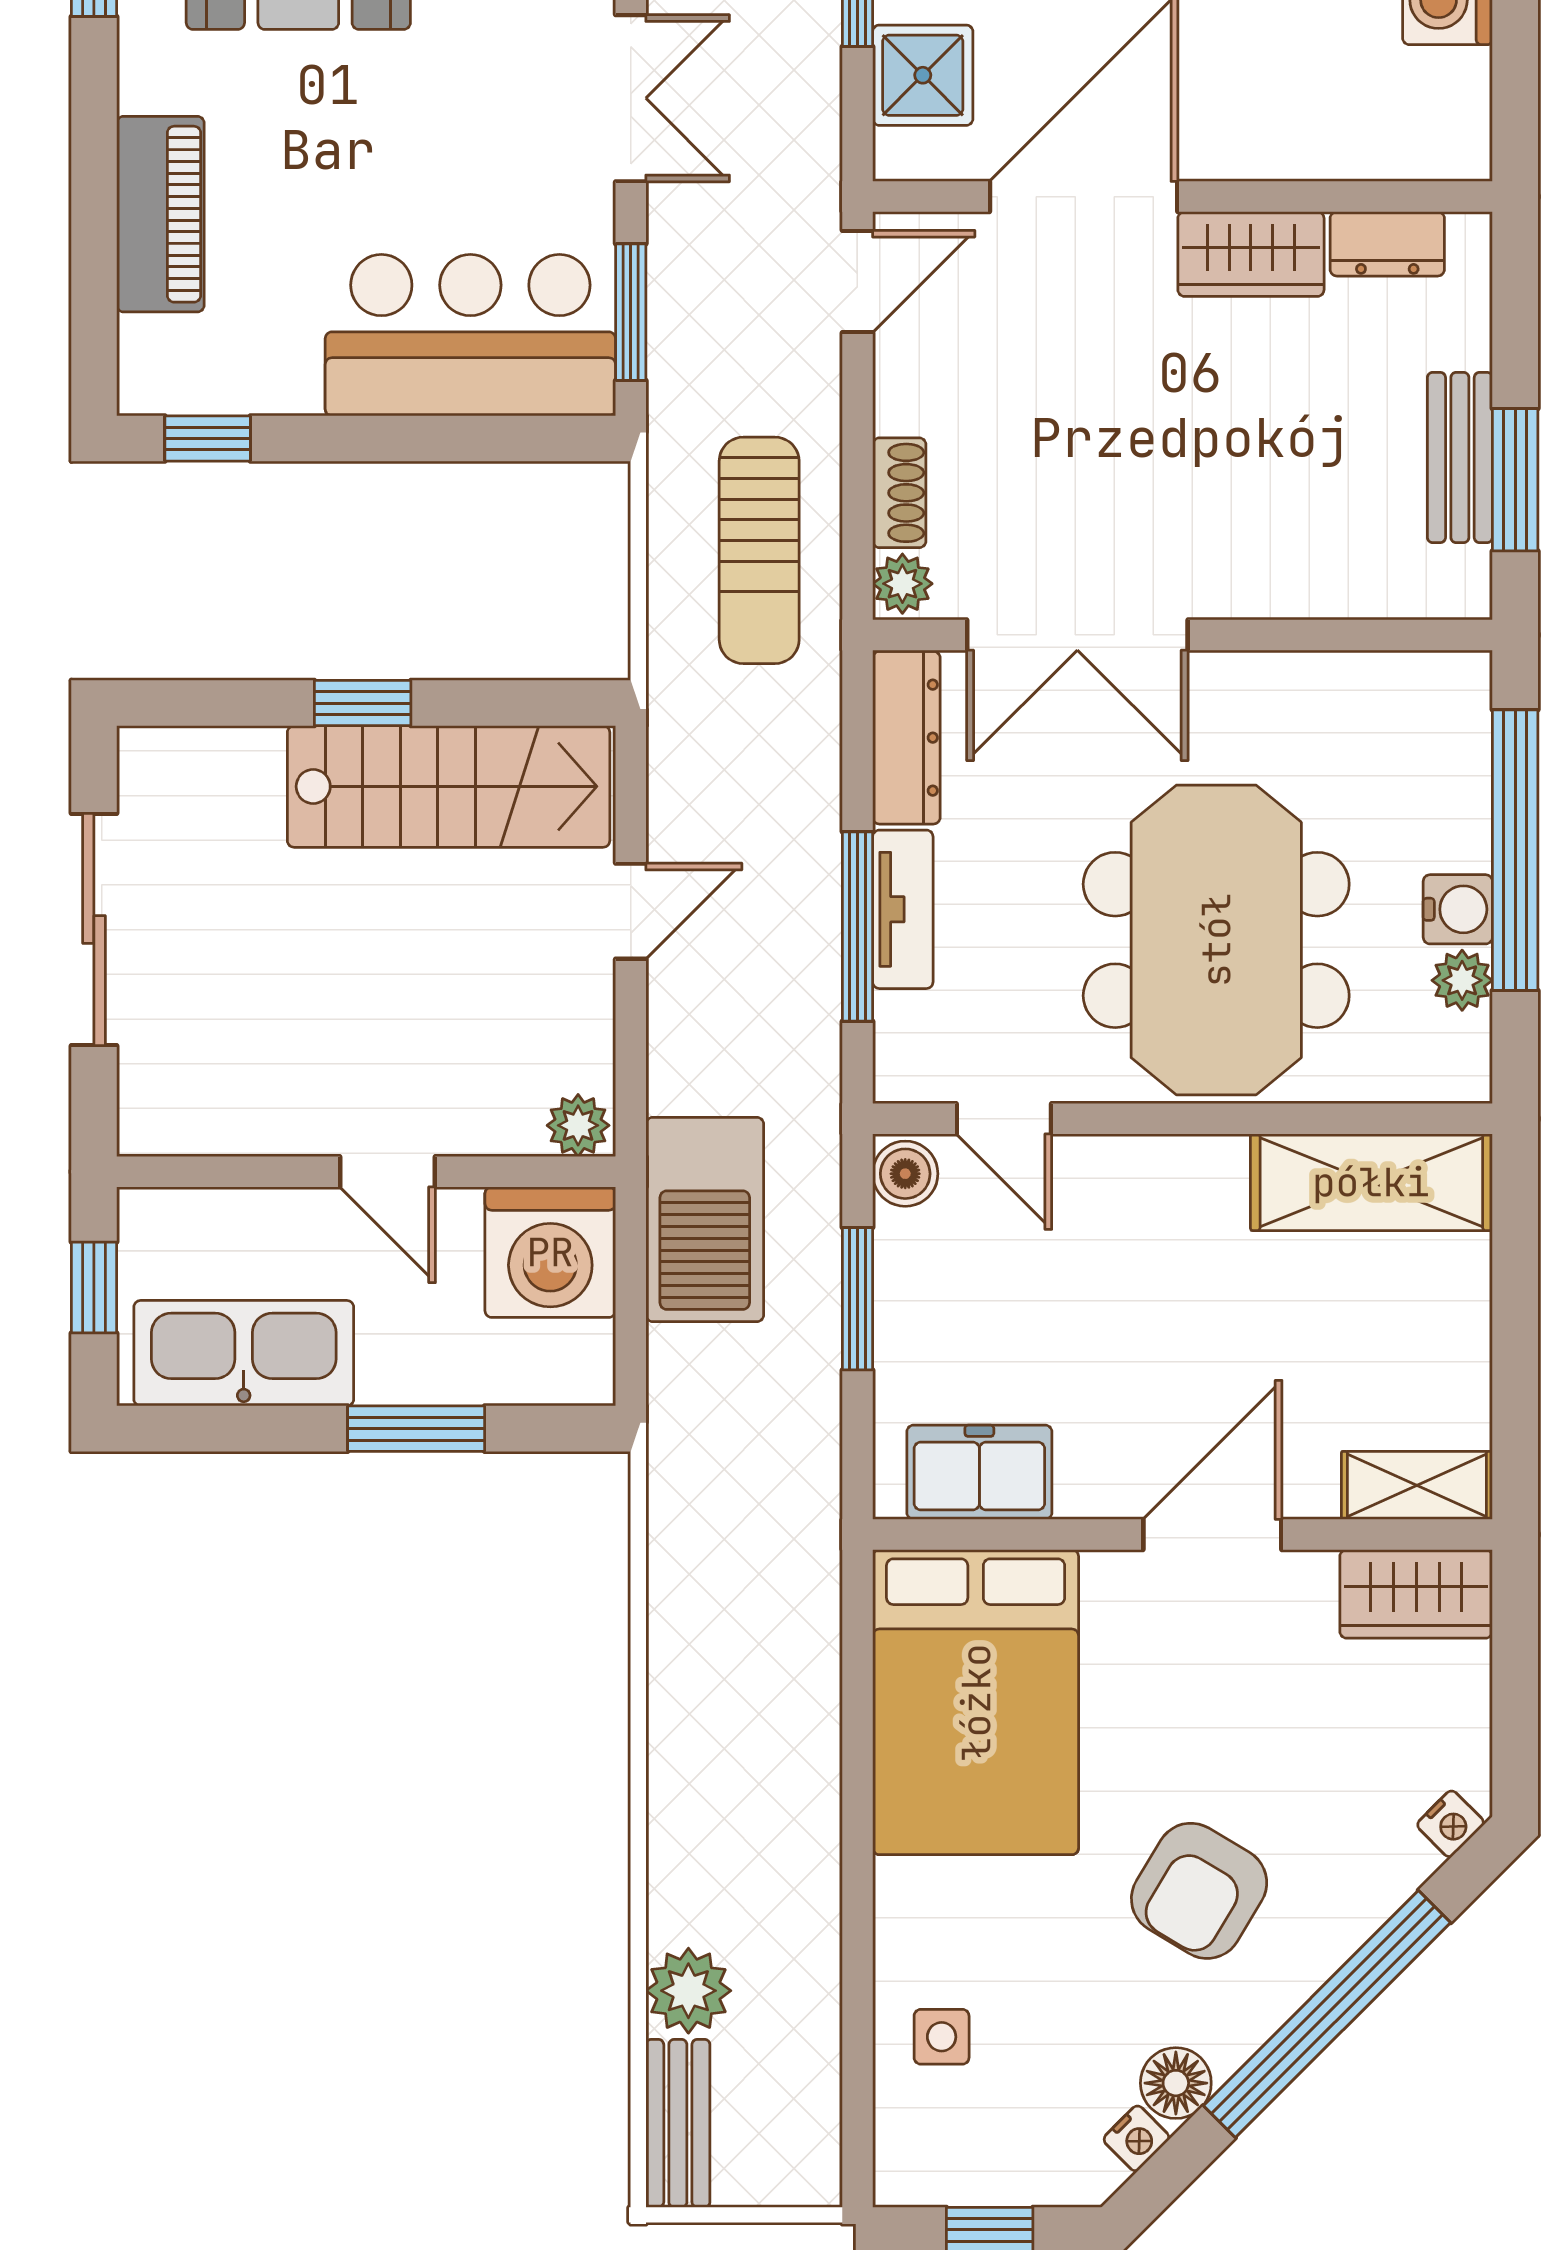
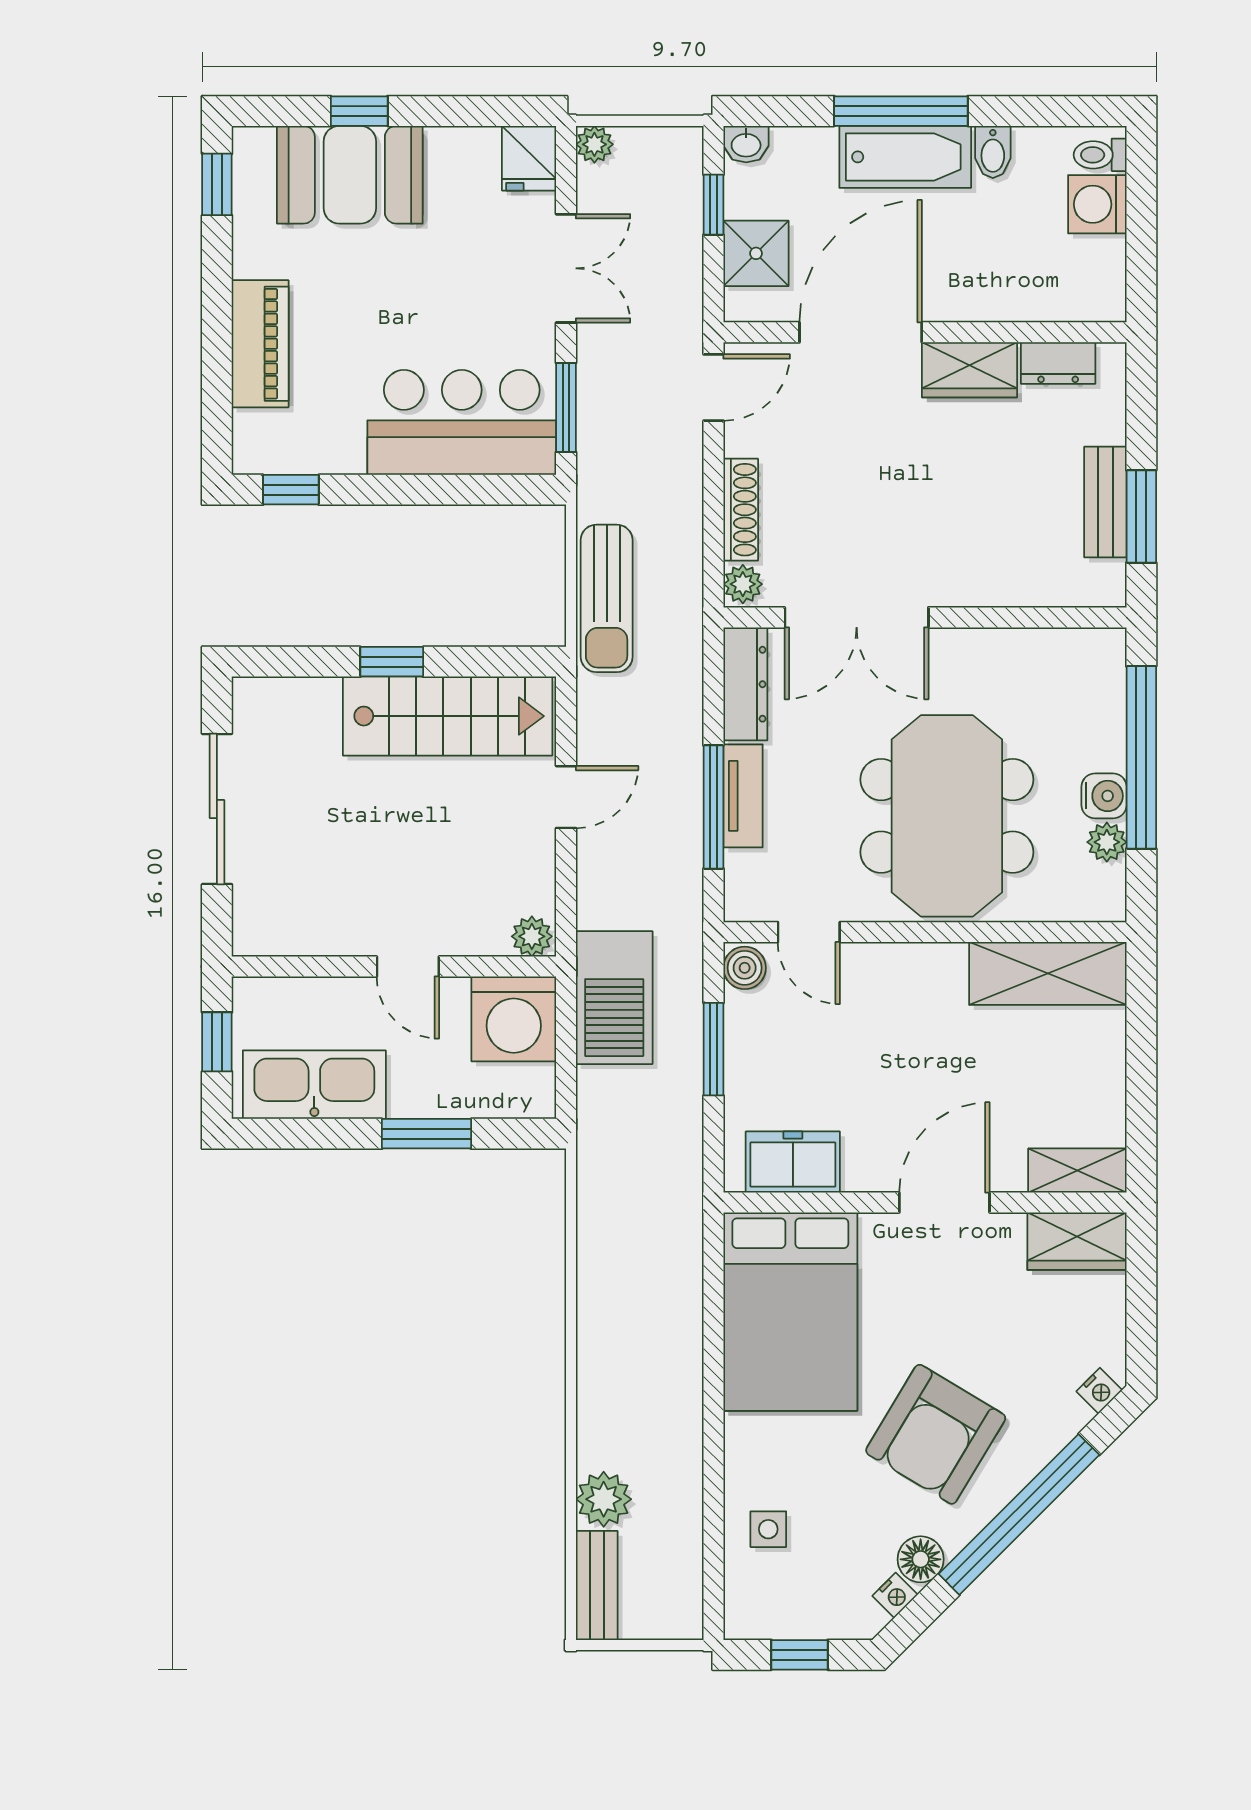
shoe rack: (899, 493) -> (741, 510), width x1.43
sun lounger: (759, 550) -> (607, 598), moved
armchair: (1199, 1891) -> (936, 1434), width x1.36, depth x1.36

